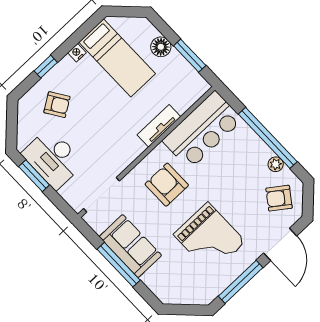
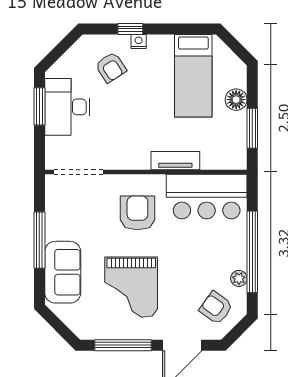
nightstand: (77, 53) -> (139, 41), moved
sofa: (130, 246) -> (63, 272), moved

